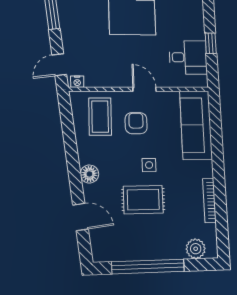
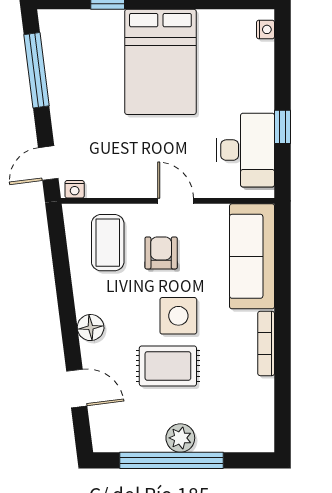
desk: (188, 57) -> (245, 150), width x1.37
side table: (149, 165) -> (178, 316), width x1.87, depth x1.87
bookcase: (209, 200) -> (266, 343), moved
plant: (196, 249) -> (180, 438), moved

